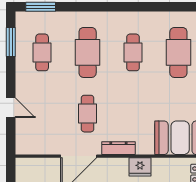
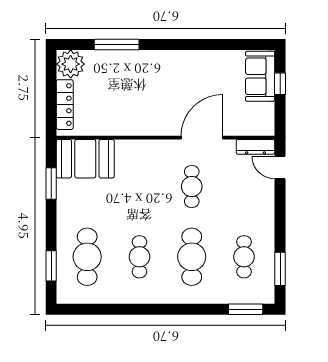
door: (11, 108) -> (280, 167), moved
dresser: (118, 148) -> (256, 147), moved
fridge: (140, 167) -> (131, 125), removed

